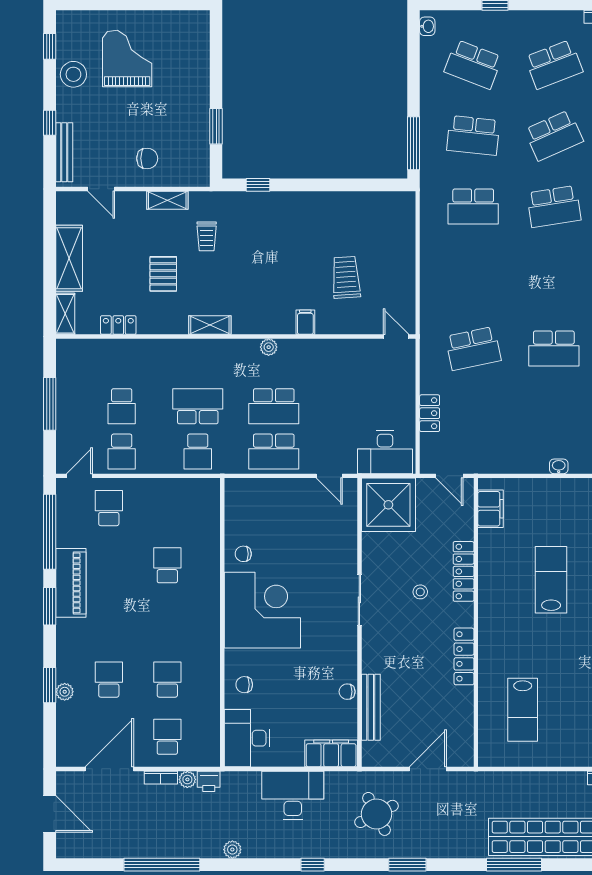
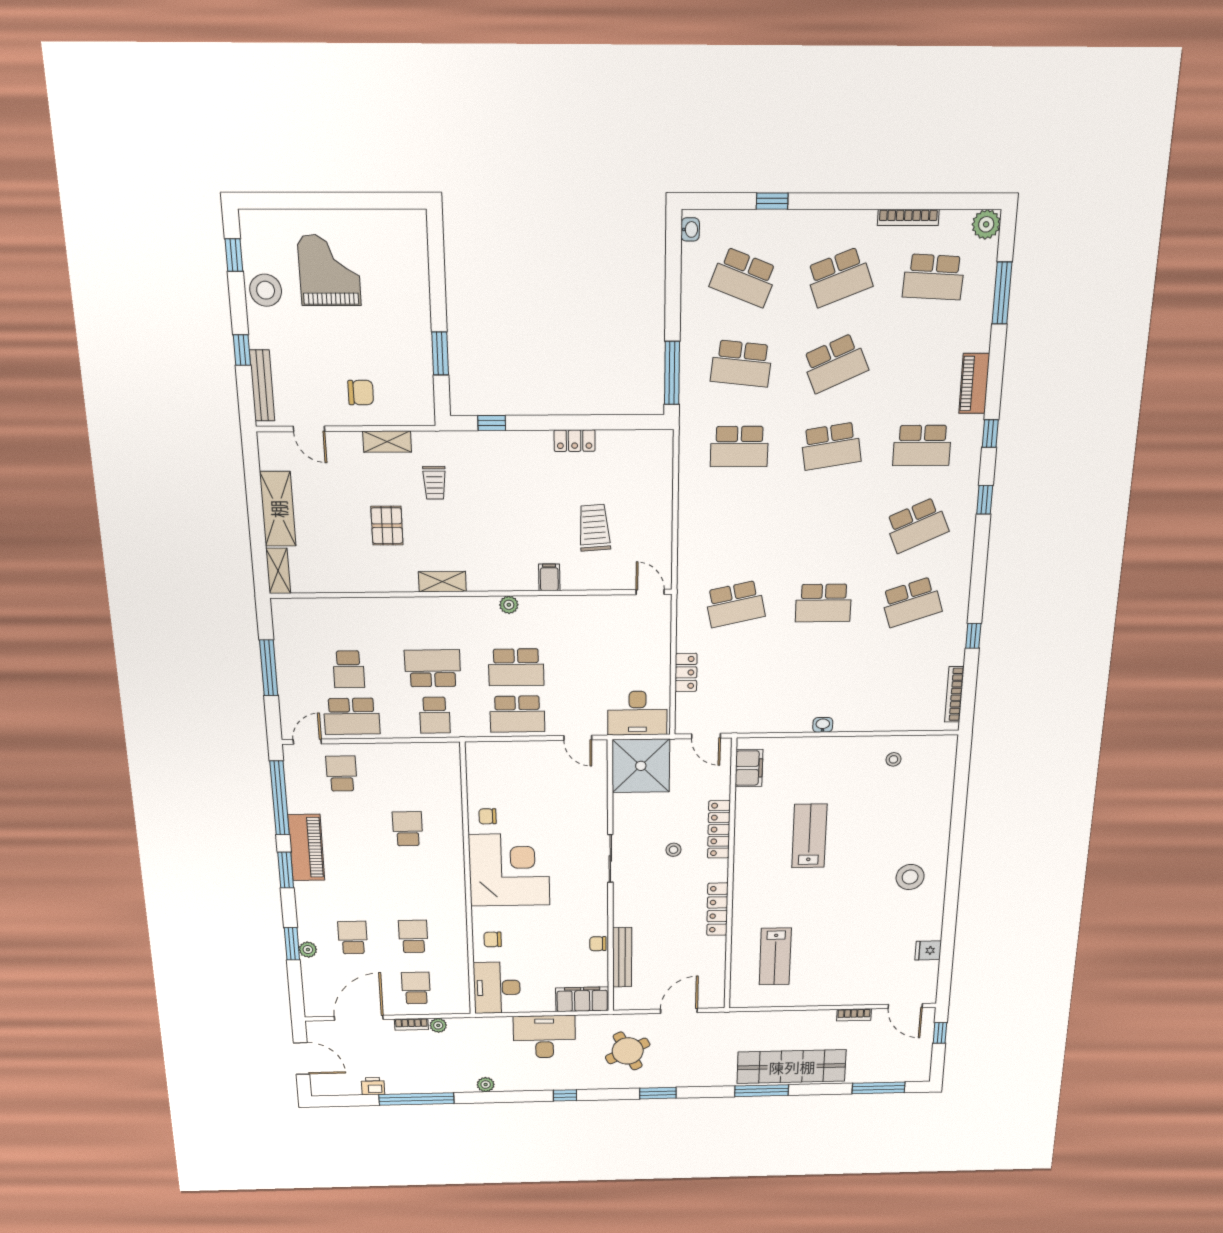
locker: (118, 325) -> (575, 441), moved, turned 180
school desk: (122, 452) -> (352, 716), width x1.85
printer: (209, 781) -> (373, 1086), moved, turned 180

